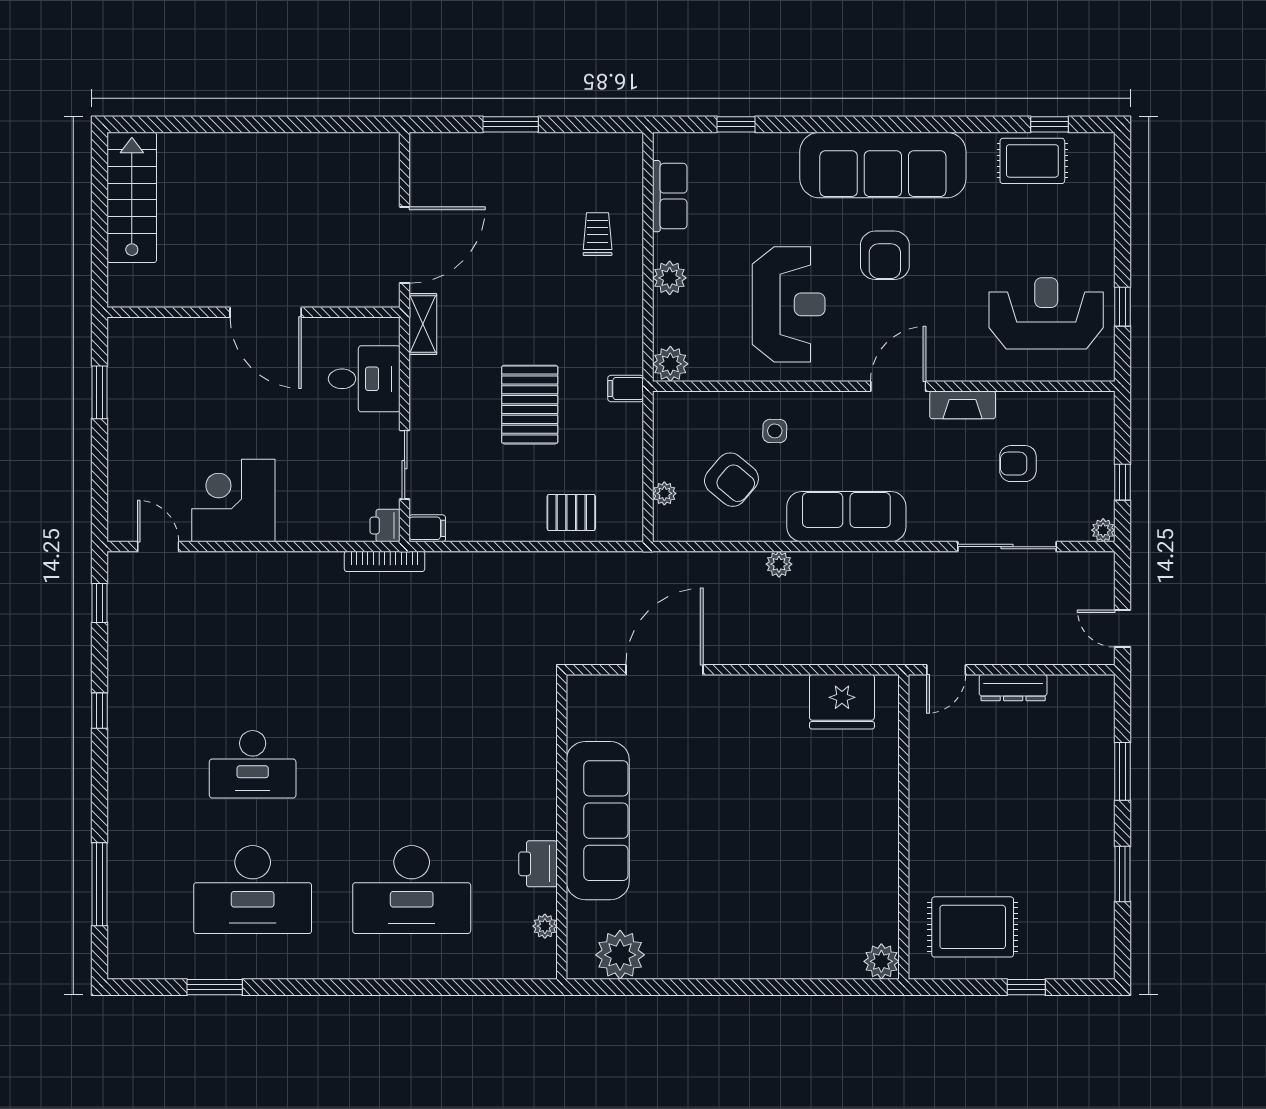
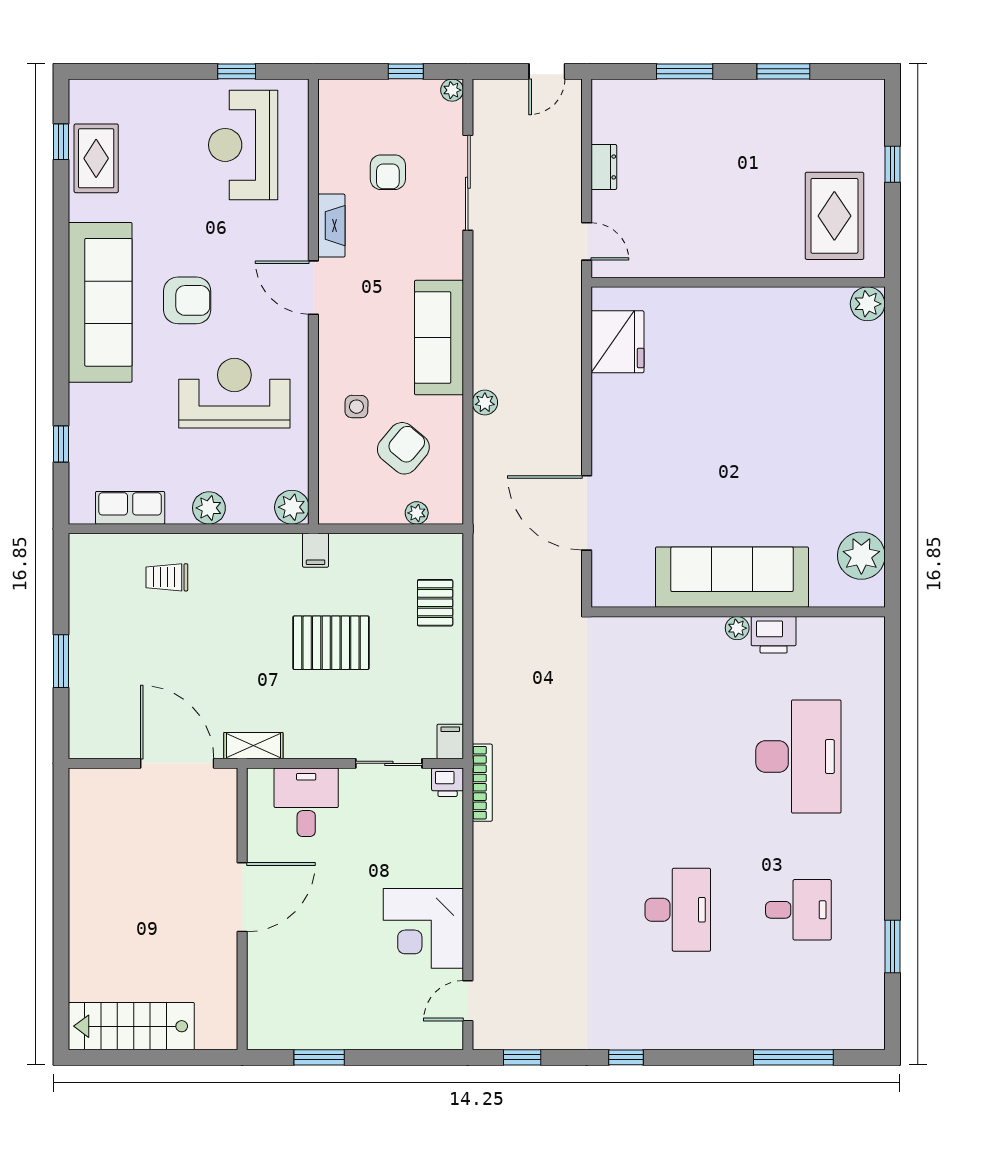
dresser: (1013, 688) -> (604, 167), width x0.70
desk: (253, 890) -> (798, 910), width x0.53, depth x0.77
plant: (545, 926) -> (737, 628), moved

